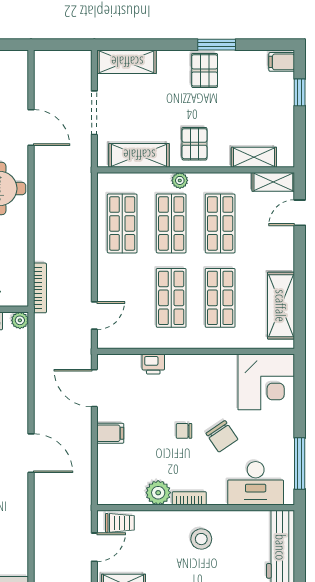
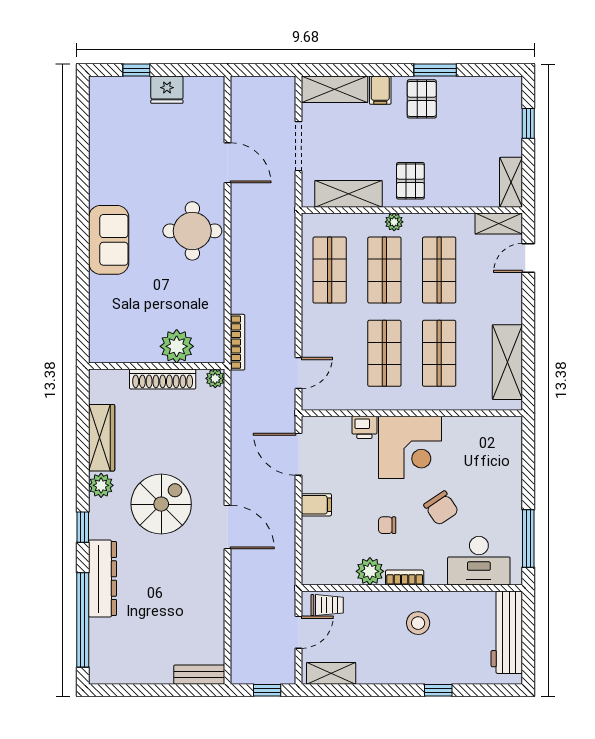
filing cabinet: (282, 62) -> (380, 90), moved, turned -90
shelving: (254, 157) -> (511, 182), moved, turned 90
corner desk: (266, 382) -> (410, 447), moved
chair: (184, 431) -> (387, 525), moved

